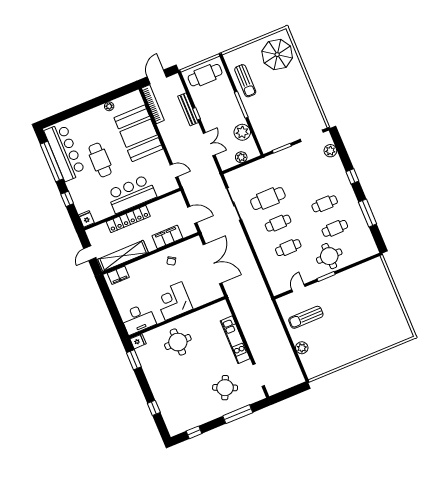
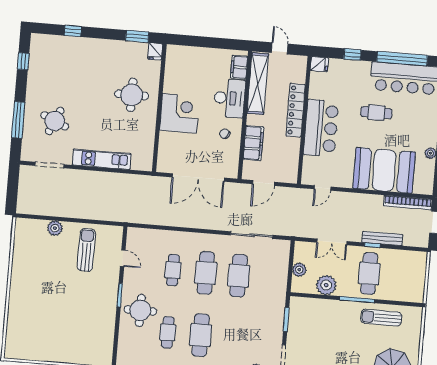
cafe table: (205, 75) -> (369, 274), moved
cafe table: (100, 160) -> (376, 113), width x0.73, depth x0.74
cafe table: (325, 204) -> (201, 335), width x1.37, depth x1.35
cafe table: (278, 223) -> (206, 273), width x1.37, depth x1.35
desk: (138, 319) -> (229, 98), moved, turned 180

